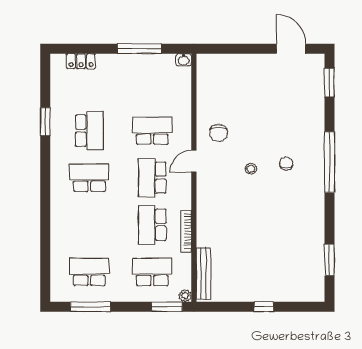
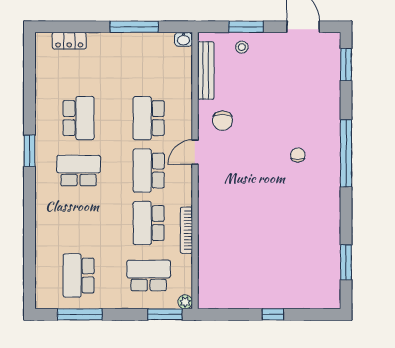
window: (240, 49) -> (246, 27), added
window: (45, 122) -> (29, 151), moved
school desk: (152, 131) -> (149, 118), turned -90
stool: (251, 169) -> (242, 47), moved
school desk: (89, 272) -> (79, 276), turned -90
bench: (204, 273) -> (206, 70), moved

